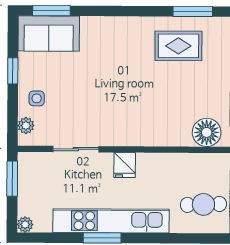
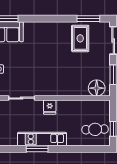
rug: (178, 46) -> (80, 38), turned 90
kitchen unit: (111, 221) -> (42, 139), width x0.73

